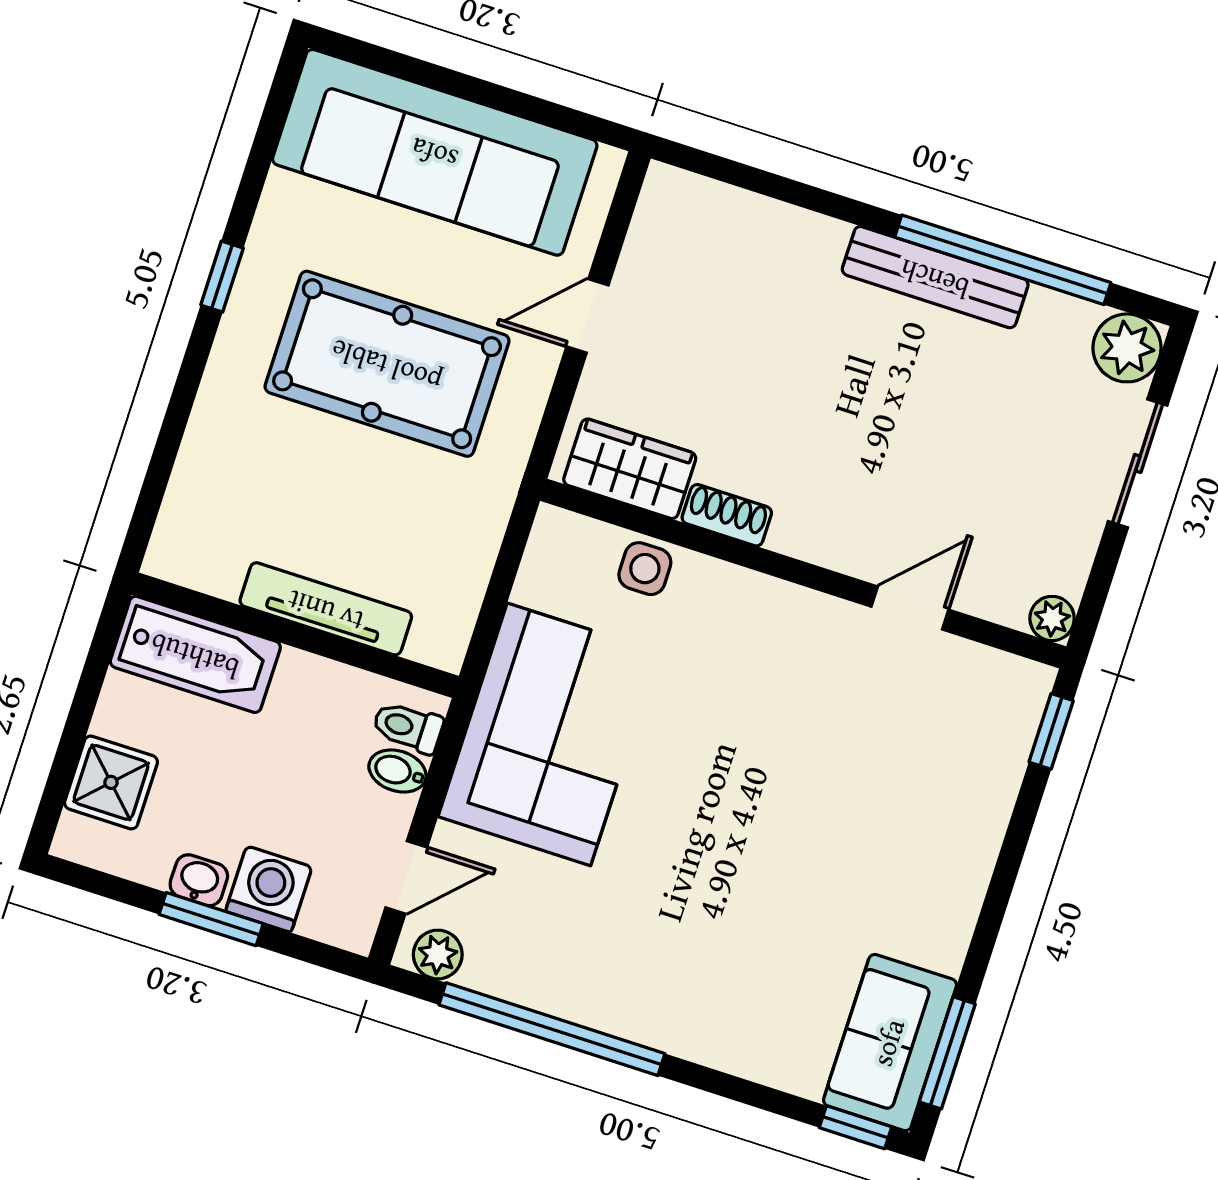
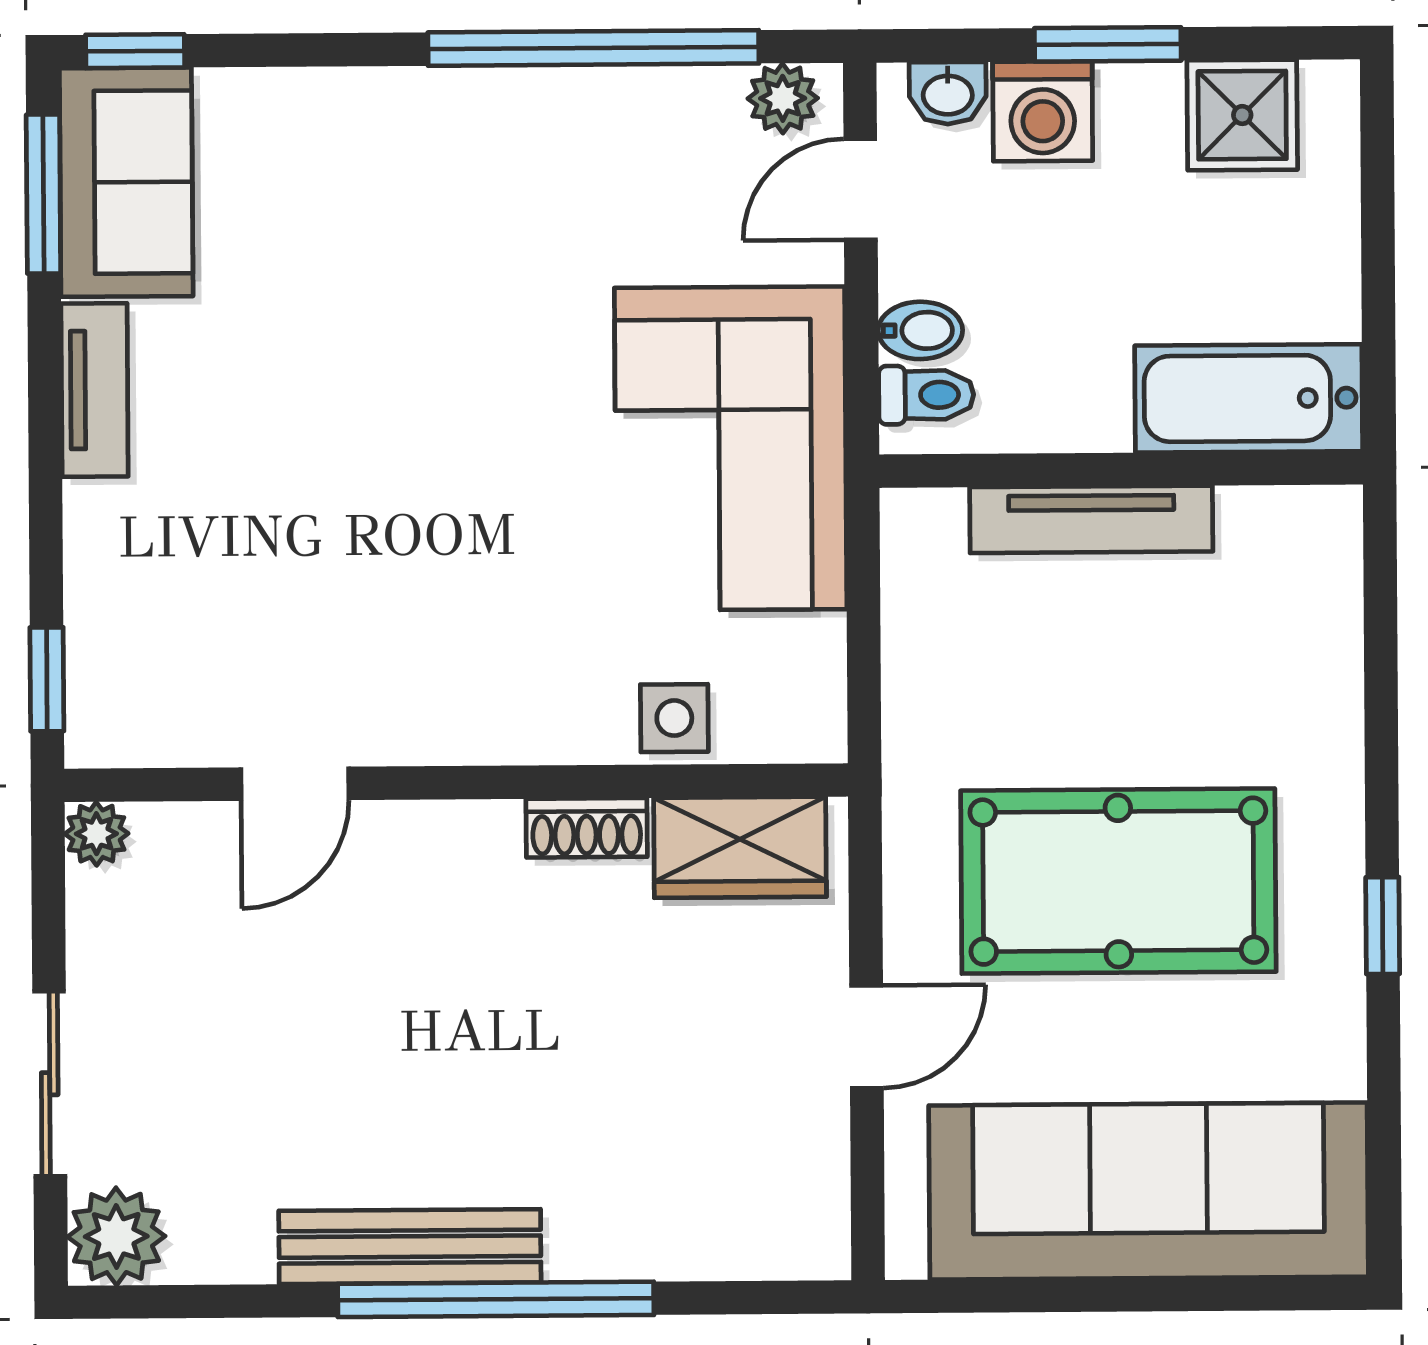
window: (1003, 260) -> (496, 1299), moved
shower: (111, 782) -> (1242, 115), moved
washbasin: (199, 880) -> (948, 93), moved
tv unit: (956, 912) -> (95, 390), added

